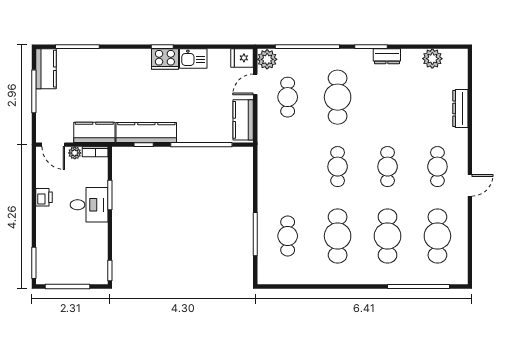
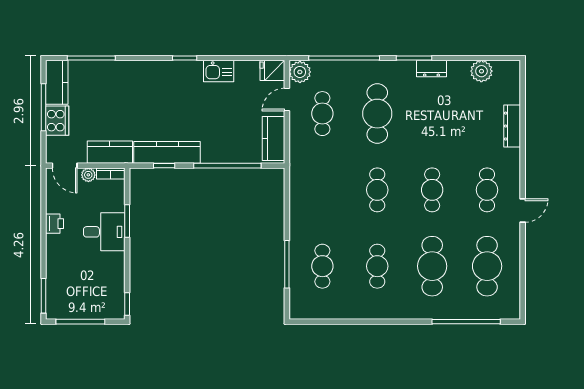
cooker: (165, 59) -> (57, 121), moved, turned -90
cafe table: (338, 236) -> (377, 266), width x0.73, depth x0.74

